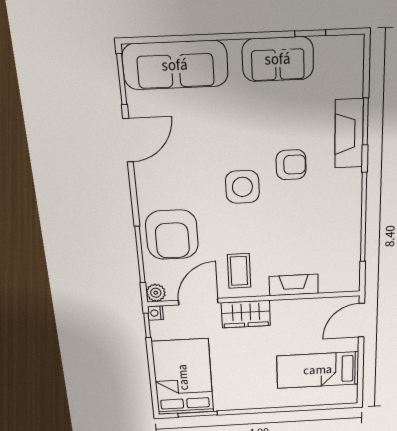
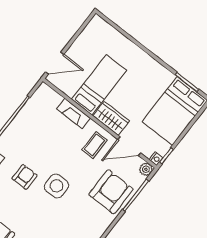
armchair: (291, 165) -> (25, 177), turned 90
bed: (318, 370) -> (99, 85), moved, turned -90

